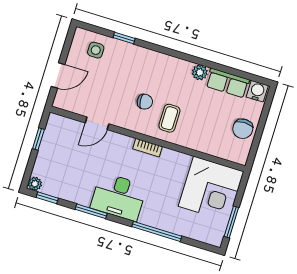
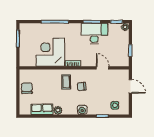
door: (58, 75) -> (130, 86), swing flipped
water cooler: (257, 91) -> (82, 110), moved
door: (97, 123) -> (103, 68), hinge flipped
corner desk: (211, 189) -> (50, 52), moved
desk: (119, 197) -> (94, 34), moved

